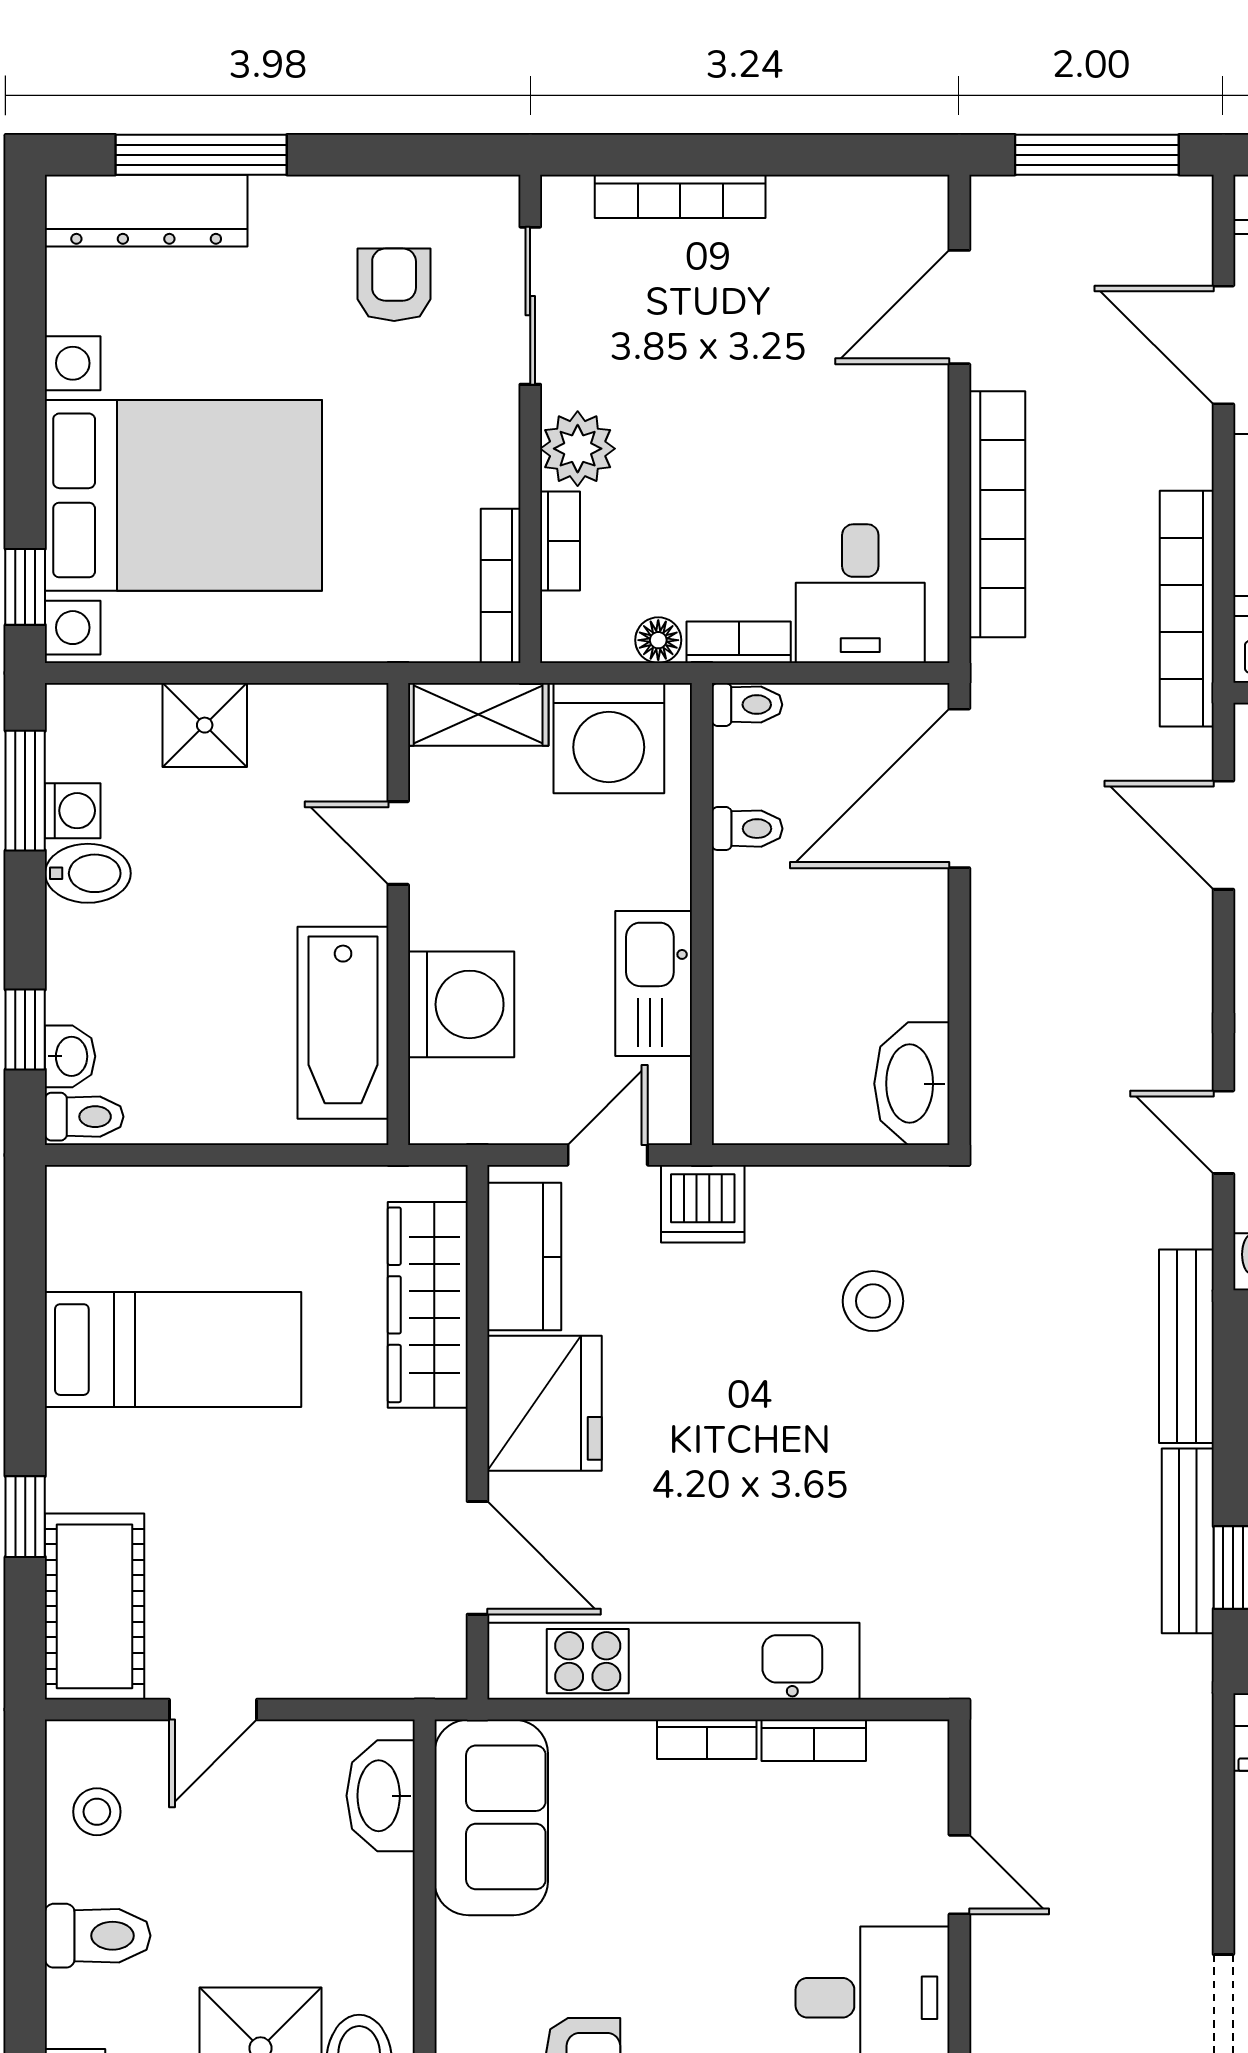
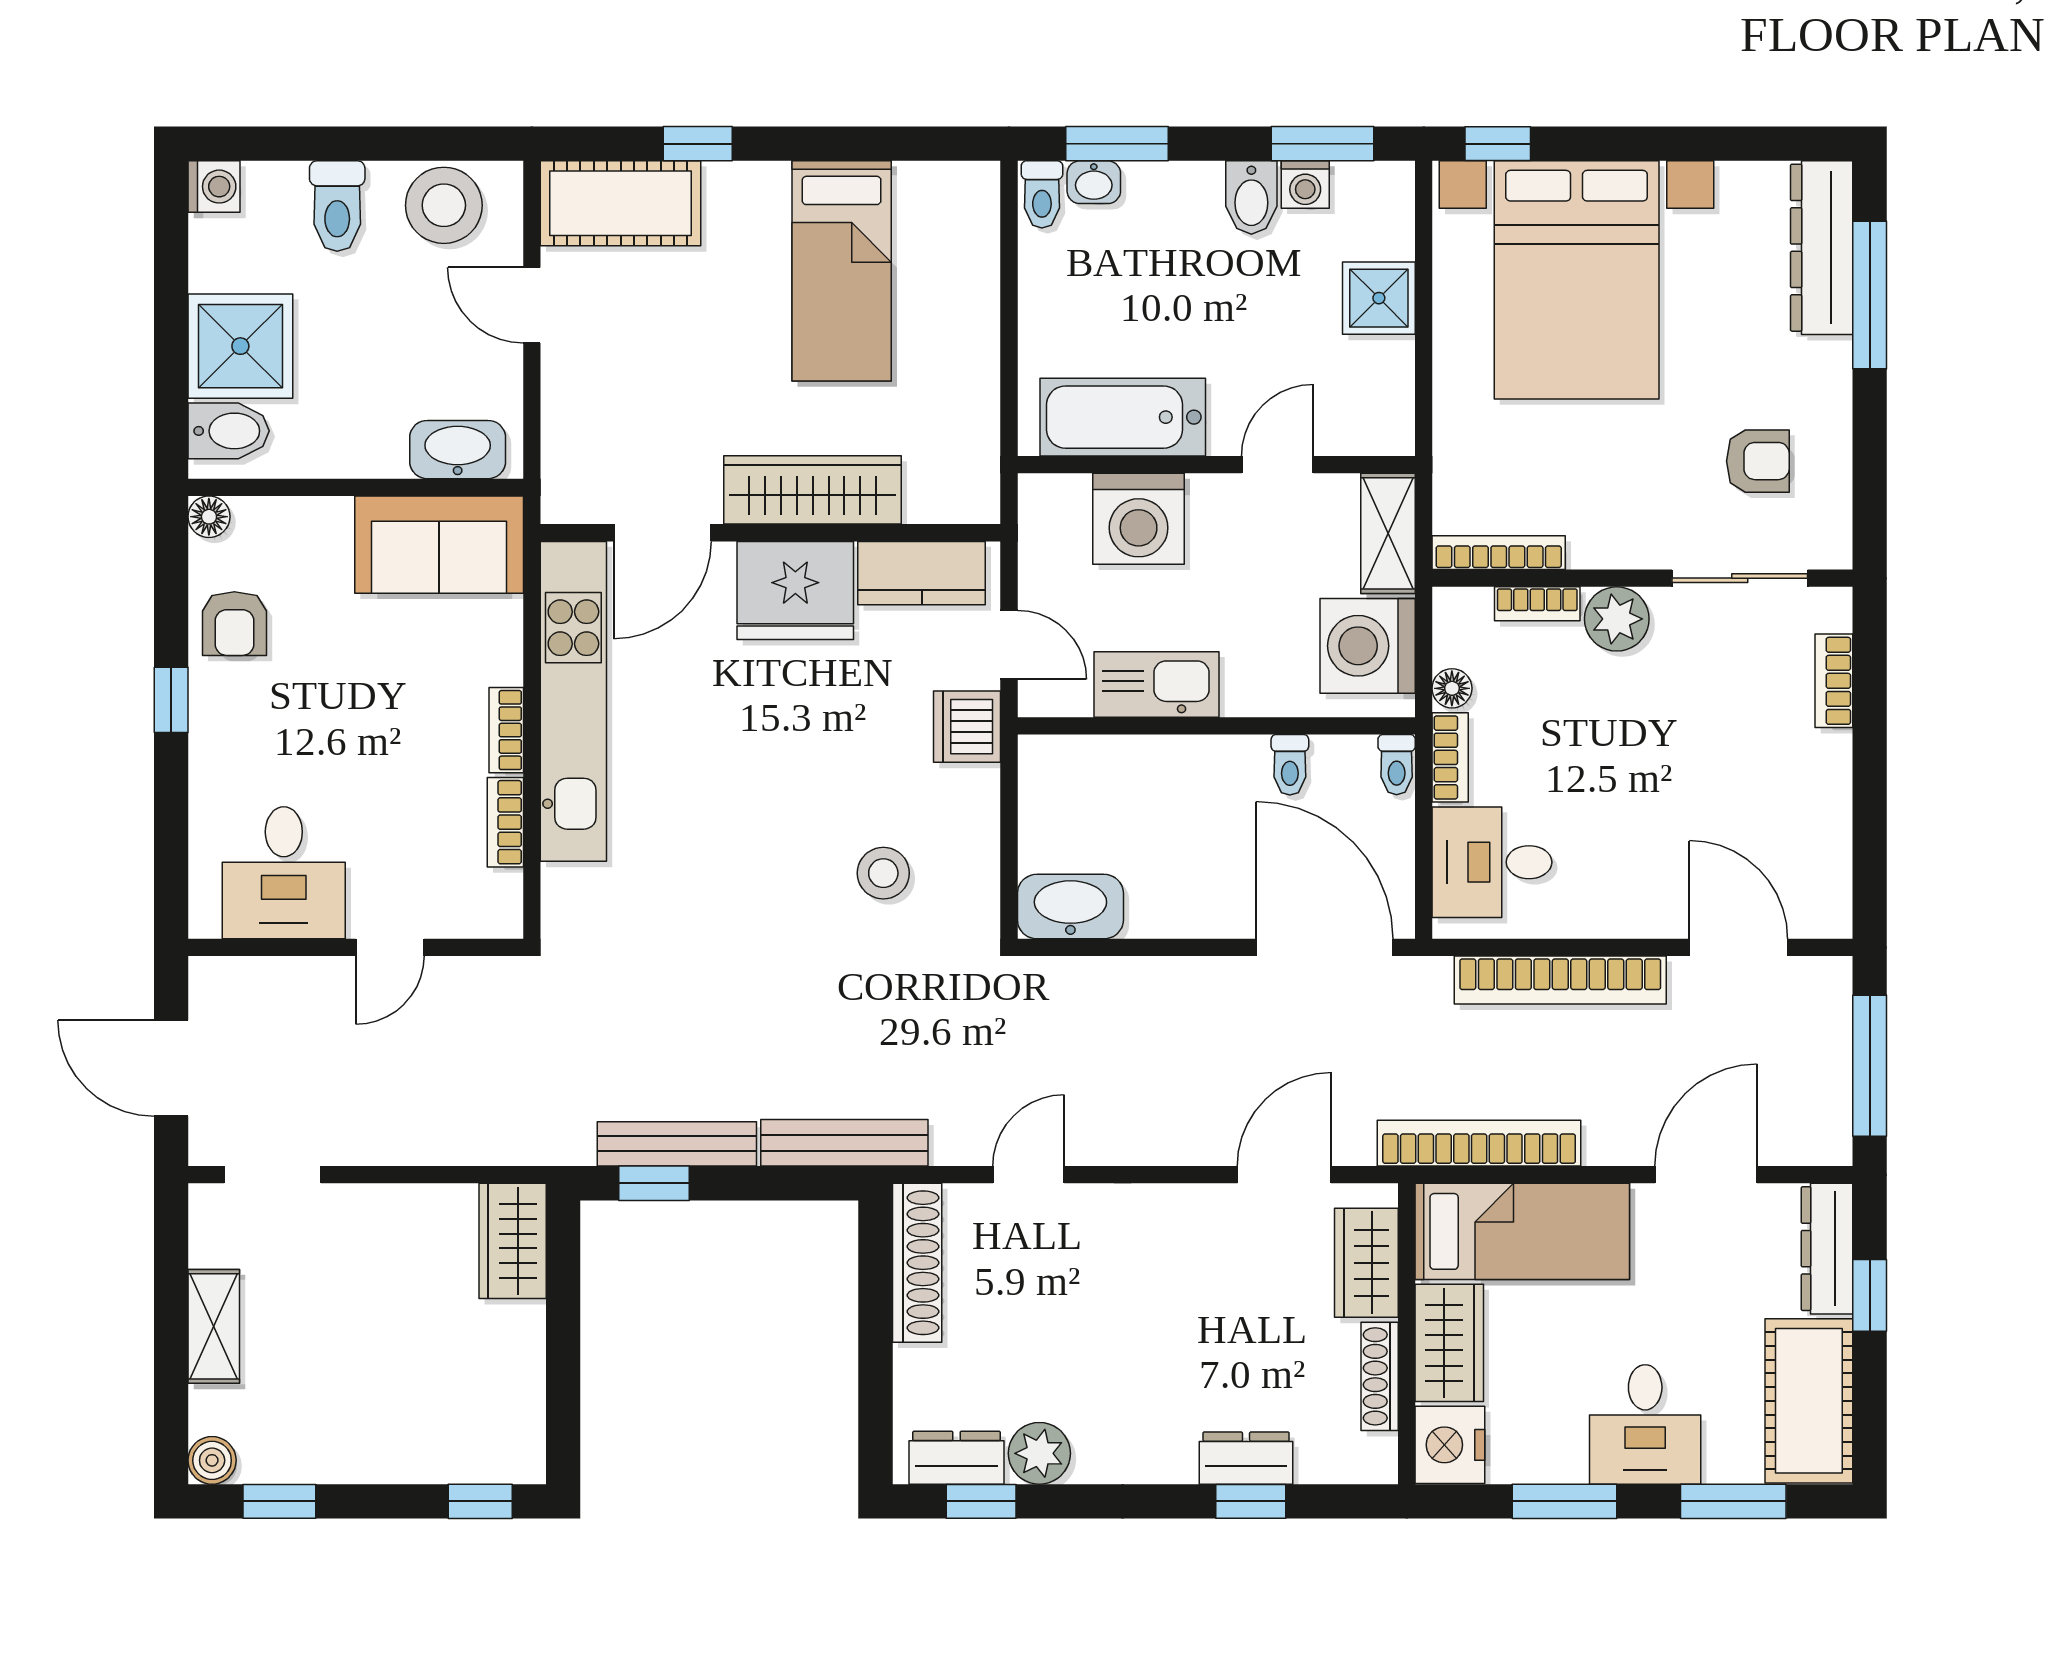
bookcase: (680, 196) -> (1834, 681), width x0.64
window: (25, 1029) -> (1117, 144), width x1.50
wardrobe: (428, 1305) -> (813, 490), moved
stool: (97, 1812) -> (444, 205), width x1.89, depth x1.89

